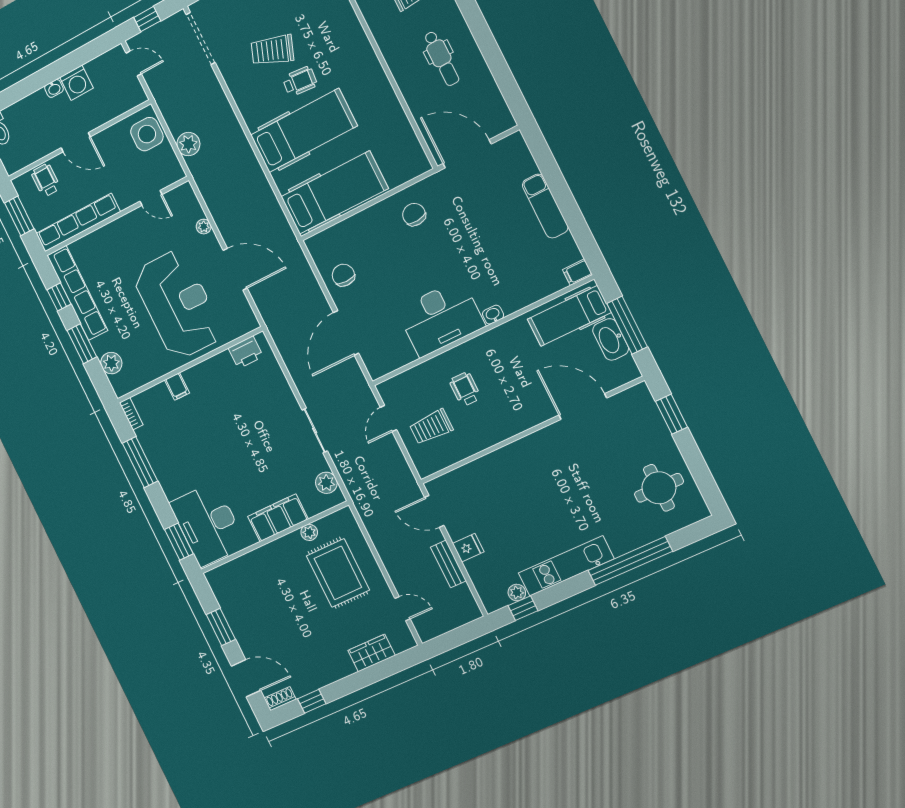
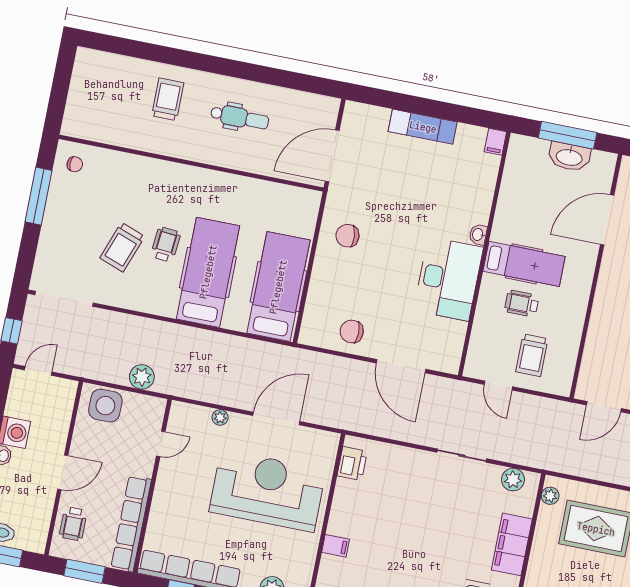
wheelchair: (46, 180) -> (73, 524), turned -90
hospital bed: (569, 316) -> (524, 264), moved, turned -90
plant: (309, 532) -> (550, 496), moved

